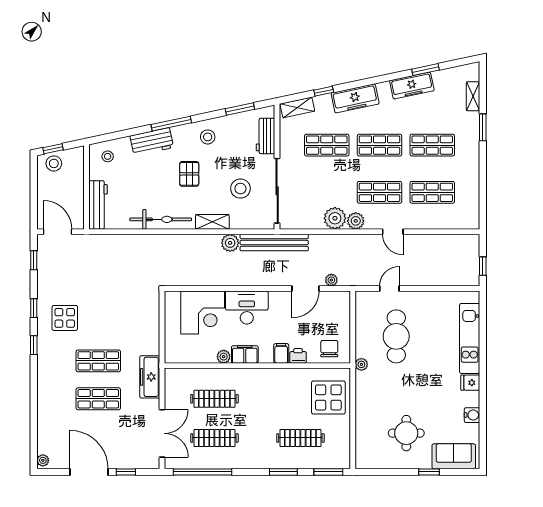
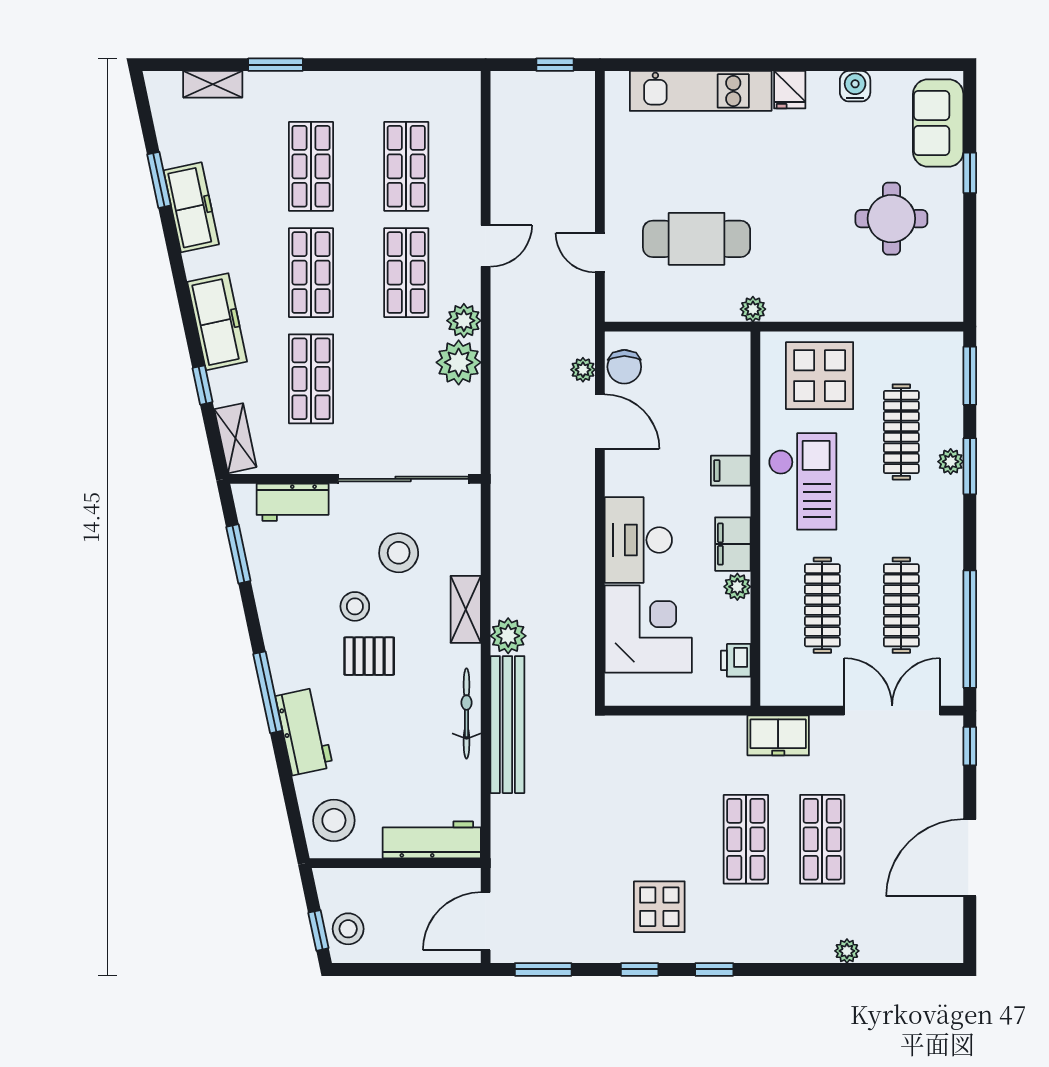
stool: (208, 137) -> (355, 606), moved
stool: (108, 156) -> (334, 820), width x1.89, depth x1.89
bicycle: (161, 219) -> (467, 713), width x0.73, depth x0.71
plant: (230, 243) -> (508, 636), moved
bench: (274, 243) -> (507, 725), moved
window: (34, 260) -> (543, 969), width x1.50
chair: (329, 349) -> (624, 367), moved, turned -90
printer: (298, 356) -> (736, 660), moved
freezer: (150, 377) -> (778, 735), width x0.71
checkout: (276, 389) -> (803, 481), added
plant: (43, 460) -> (847, 951), moved
plant: (286, 462) -> (951, 462), added
window: (126, 472) -> (970, 746), moved

